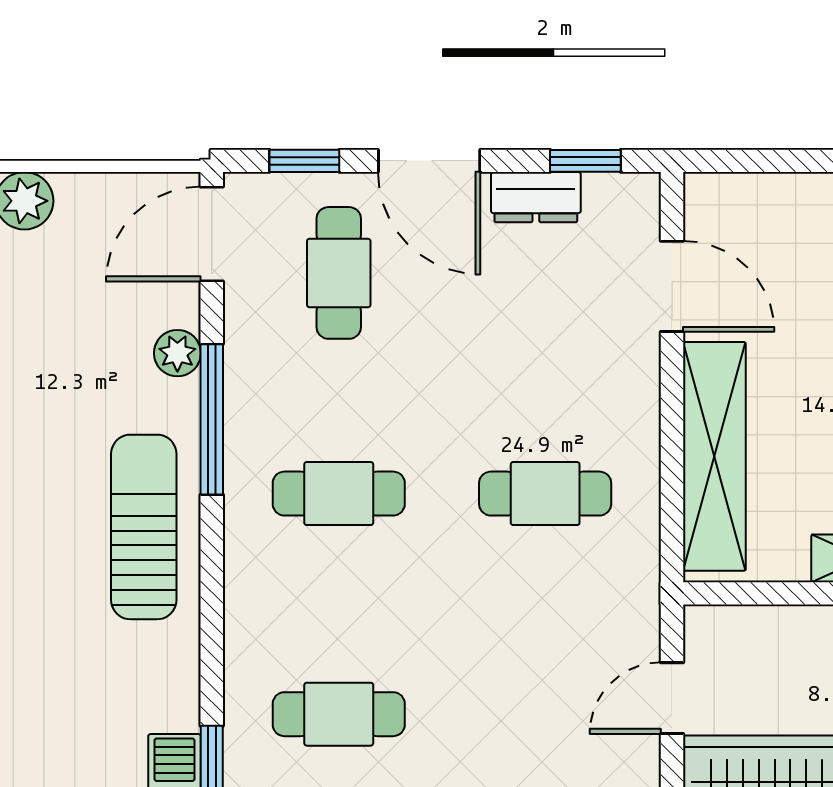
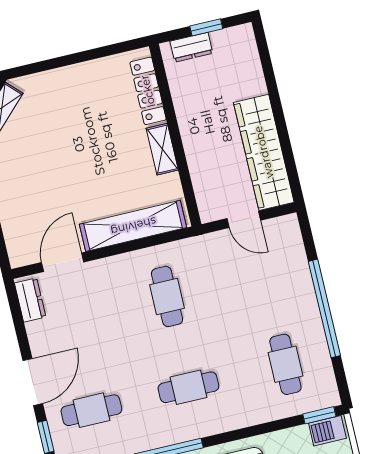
window: (585, 161) -> (16, 313), removed
dresser: (536, 197) -> (30, 300), moved
cafe table: (339, 494) -> (188, 387), turned 90

